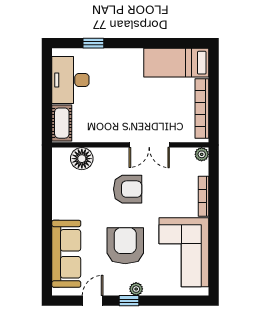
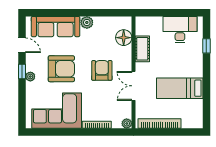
bed: (176, 63) -> (180, 88), moved, turned -90
cot: (62, 123) -> (142, 49), moved, turned 90
armchair: (128, 189) -> (102, 70), turned 180
plant: (61, 210) -> (87, 22), added

